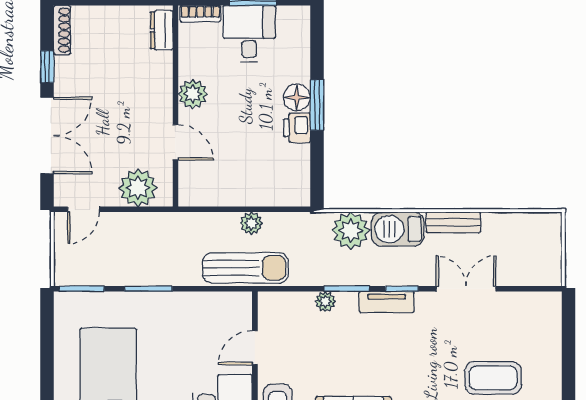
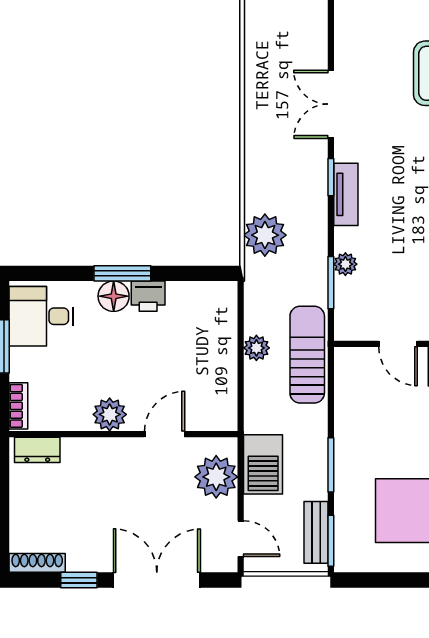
desk: (249, 34) -> (41, 316), moved
bench: (453, 222) -> (316, 532), moved
barbecue: (398, 229) -> (263, 464), moved
window: (347, 289) -> (331, 283), moved

